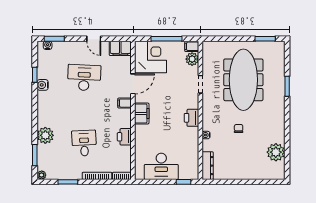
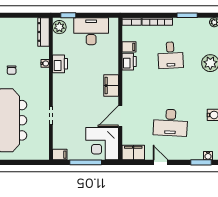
plant: (192, 59) -> (59, 27), moved
filing cabinet: (125, 103) -> (129, 47), moved
printer: (192, 118) -> (60, 64), moved

